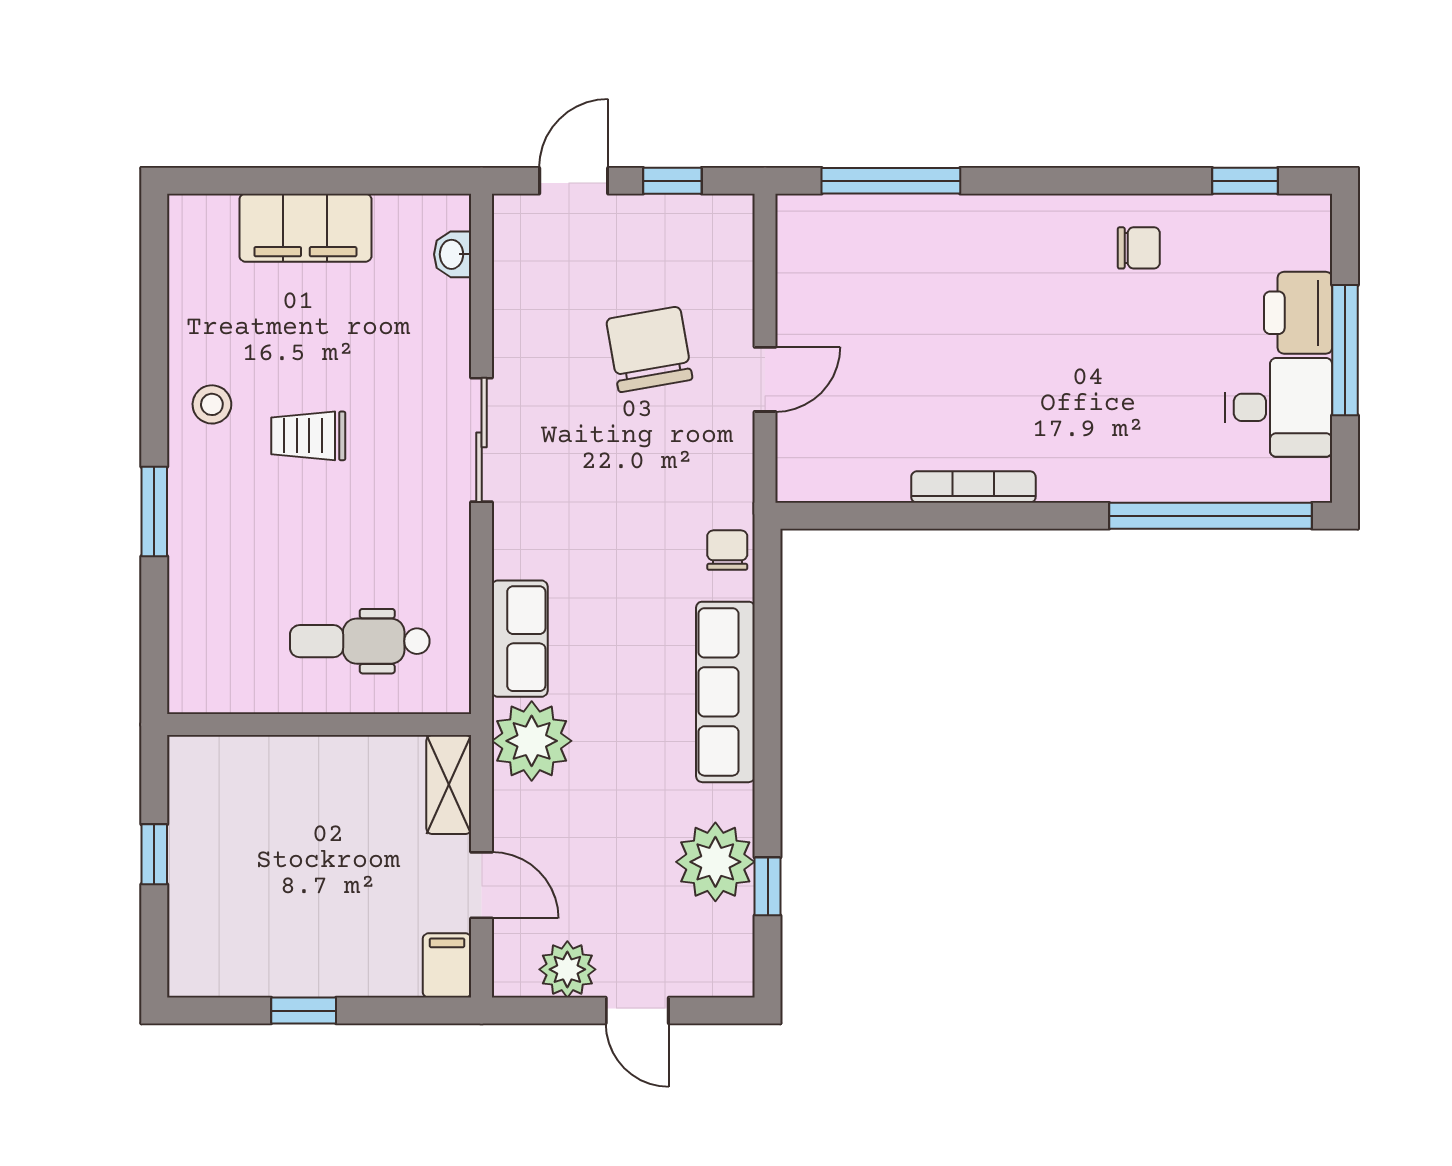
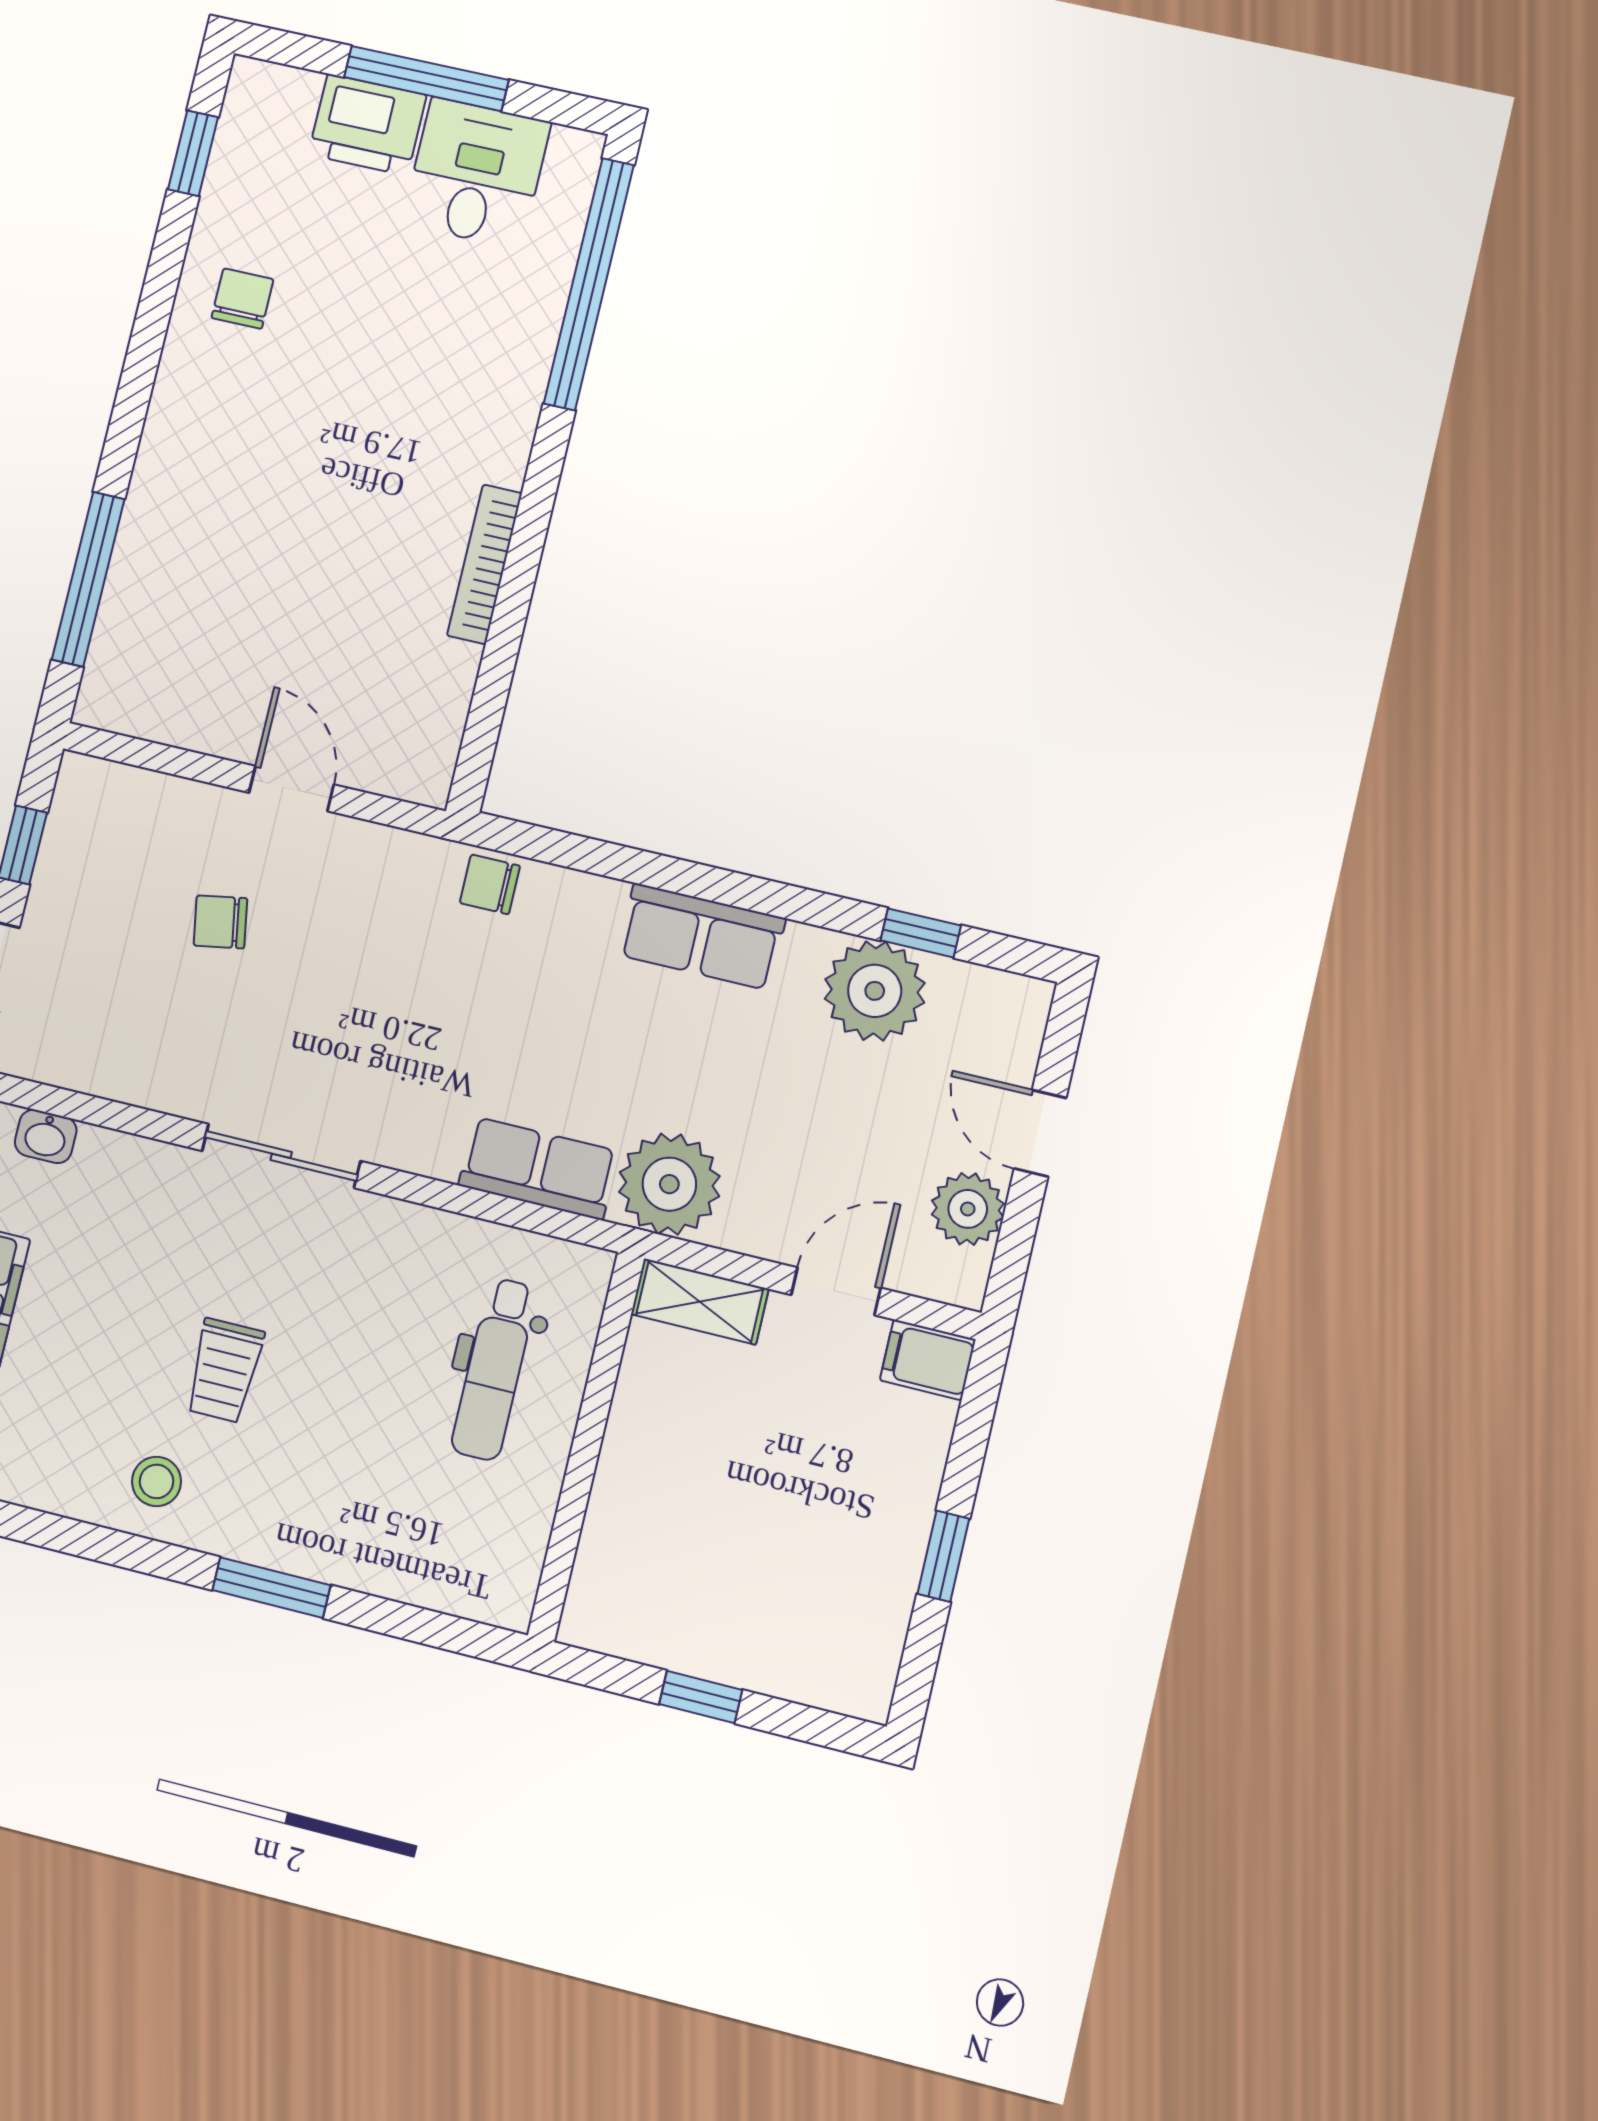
chair: (649, 349) -> (220, 922), width x0.54, depth x0.54
row of seats: (725, 692) -> (701, 937), width x0.68
door: (637, 1011) -> (1040, 1133), swing flipped

